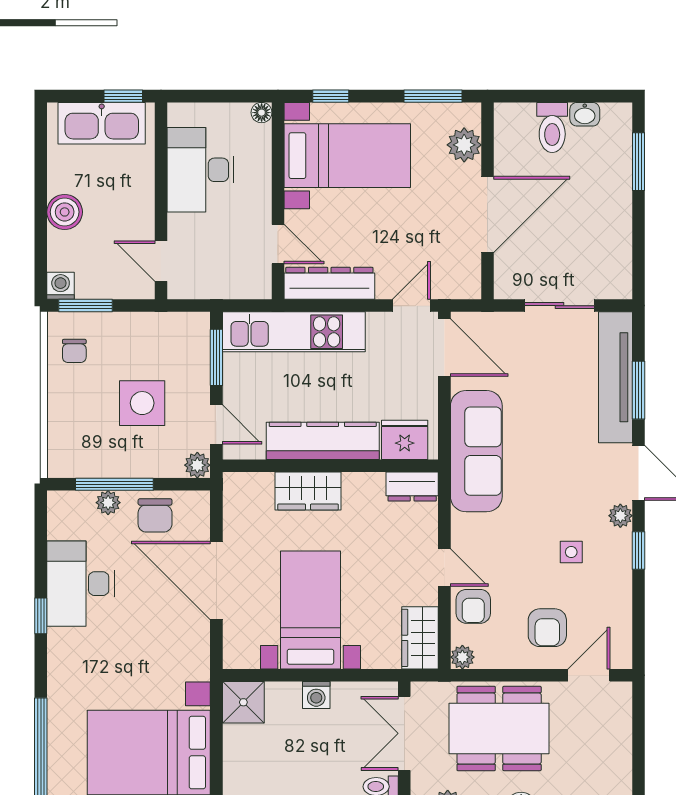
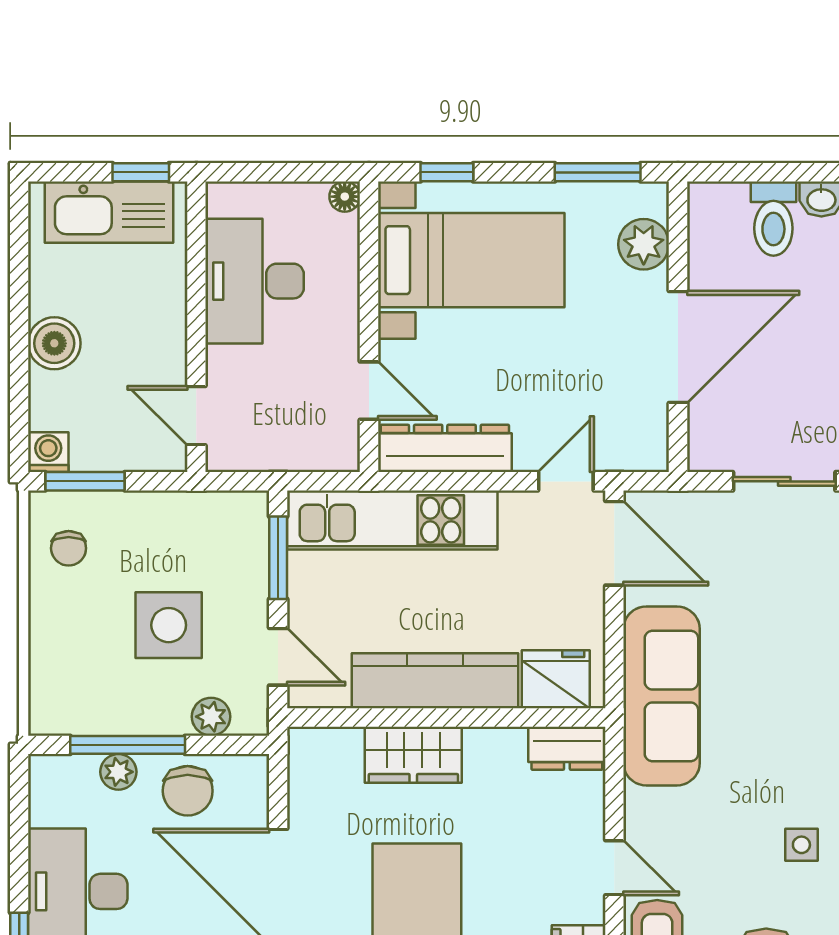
plant: (197, 465) -> (211, 717), moved

